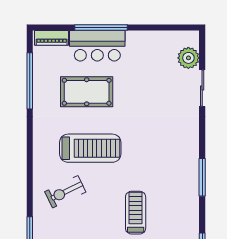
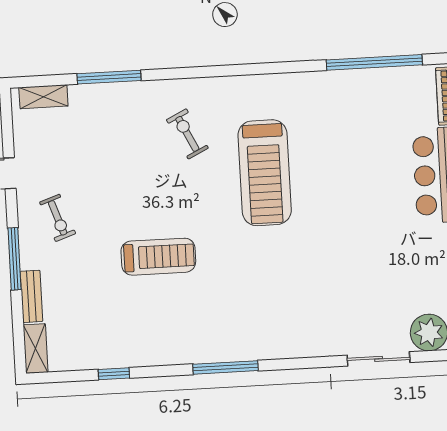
pool table: (87, 92) -> (361, 161), removed
exercise bike: (65, 192) -> (187, 134), width x0.73, depth x0.72

